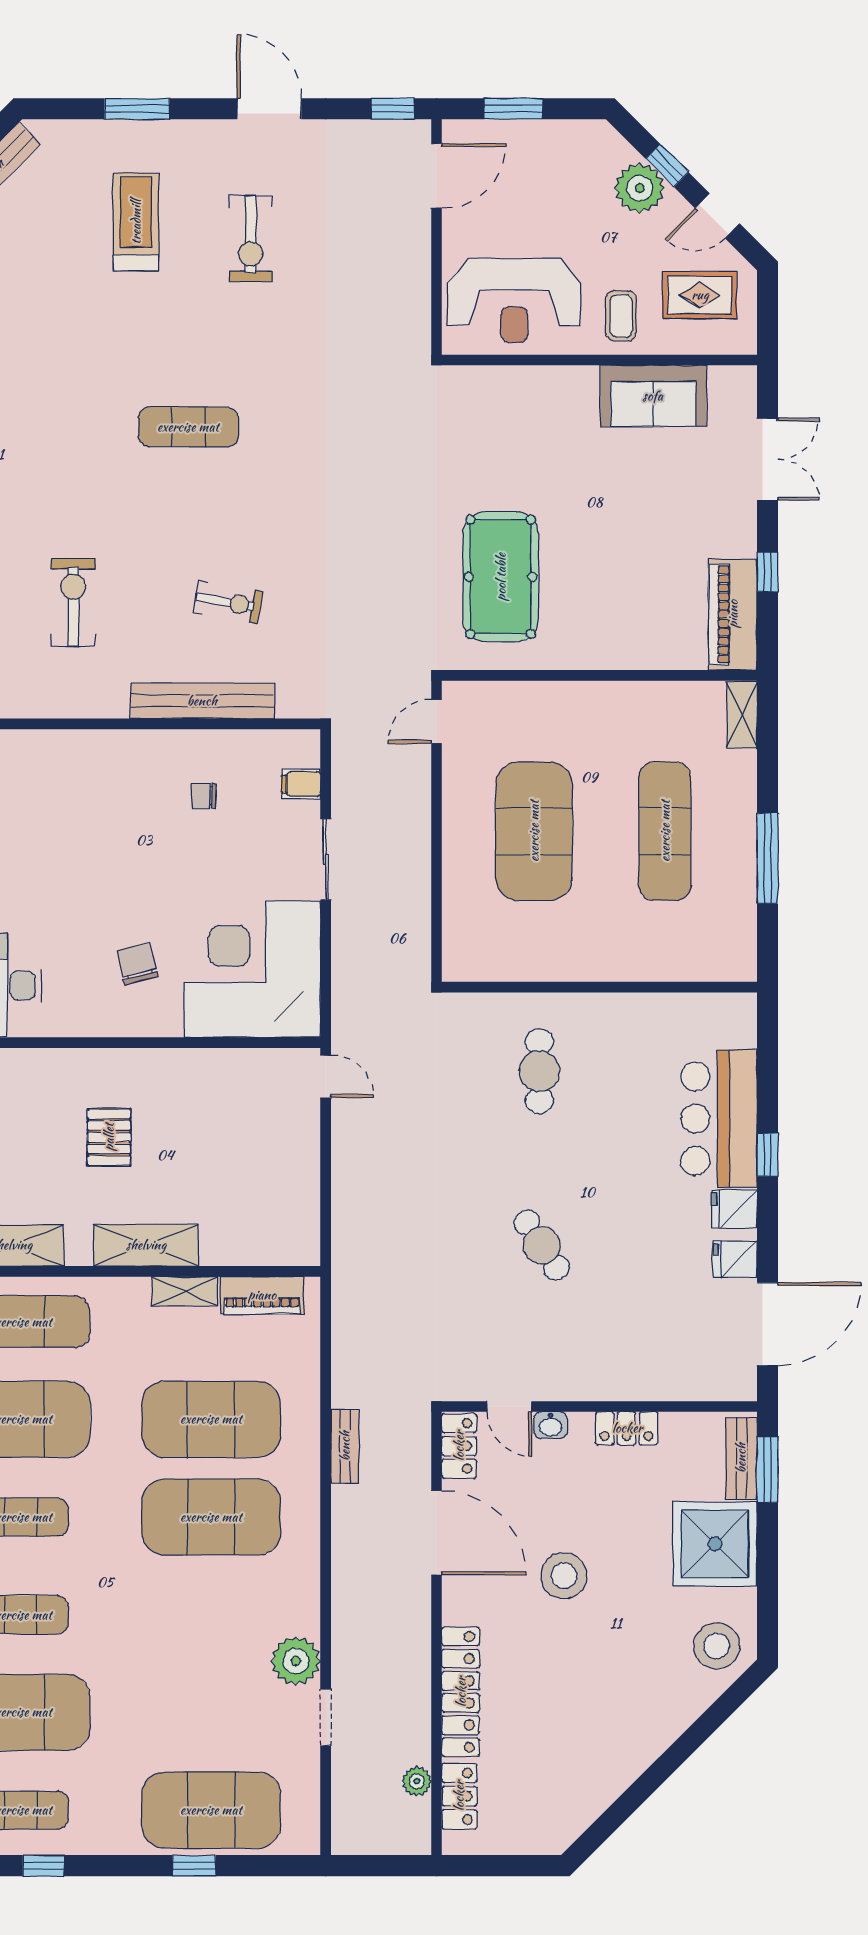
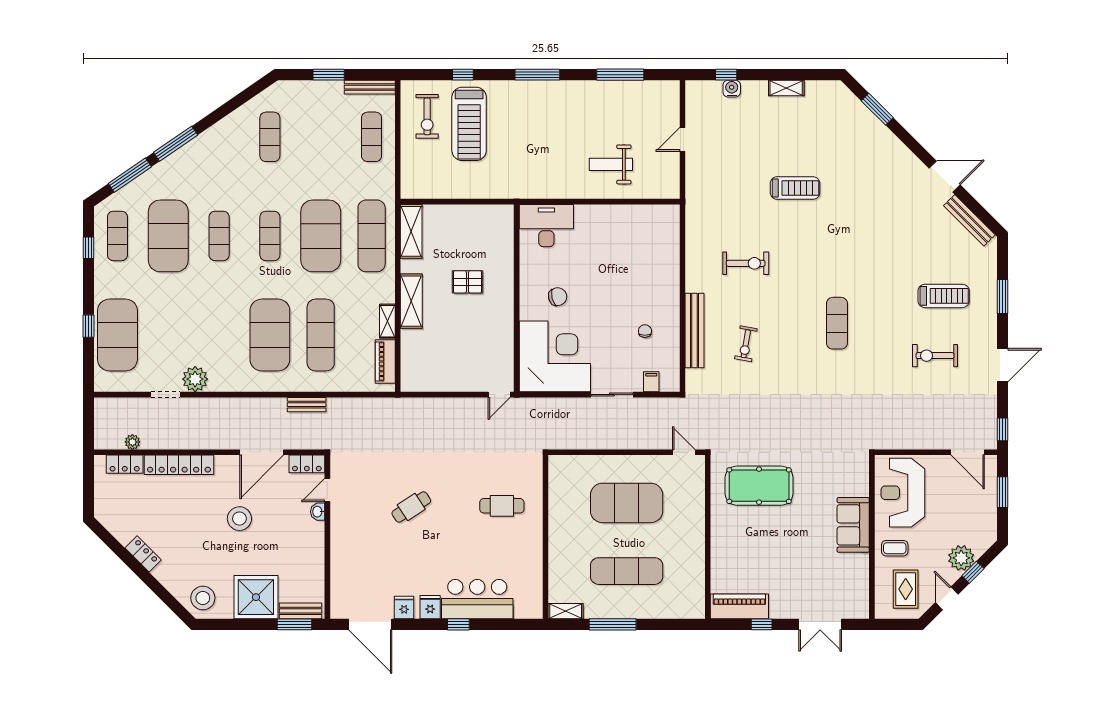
sofa: (653, 396) -> (853, 525), moved
shelving: (742, 715) -> (566, 611), moved
exercise mat: (211, 1419) -> (321, 335), width x0.68
locker: (627, 1428) -> (143, 554), moved, turned 135

